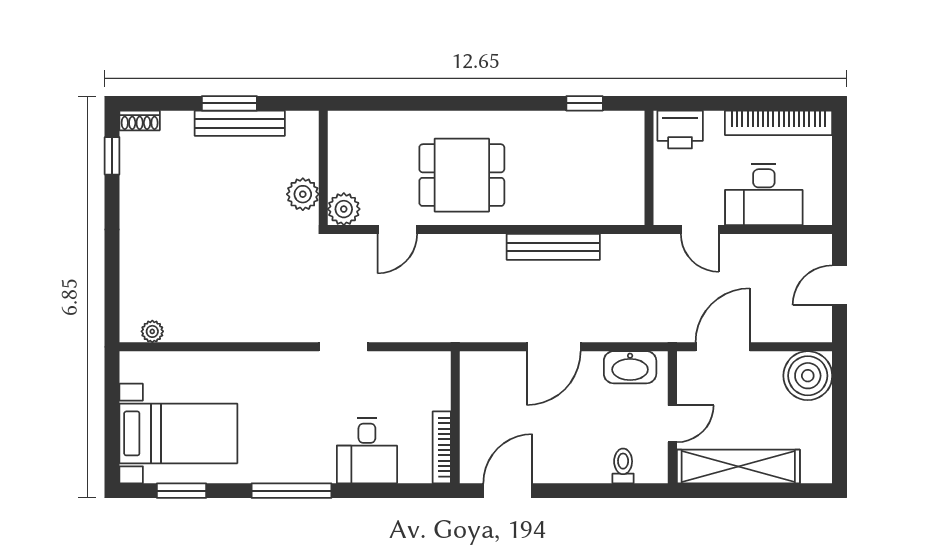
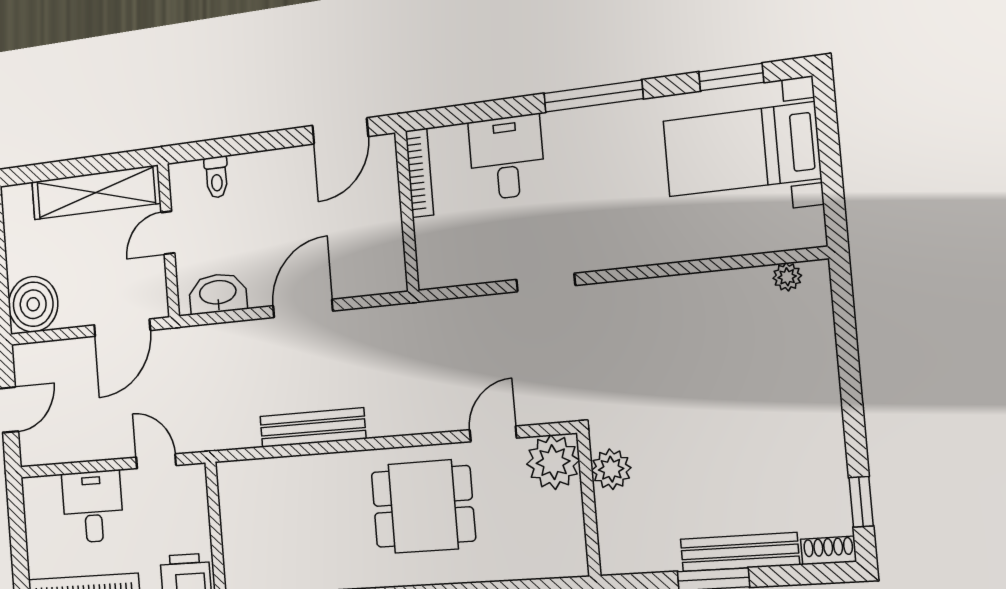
bench: (240, 123) -> (740, 552), moved
desk: (764, 195) -> (93, 507), width x0.73
plant: (344, 209) -> (553, 462), width x1.36, depth x1.36

